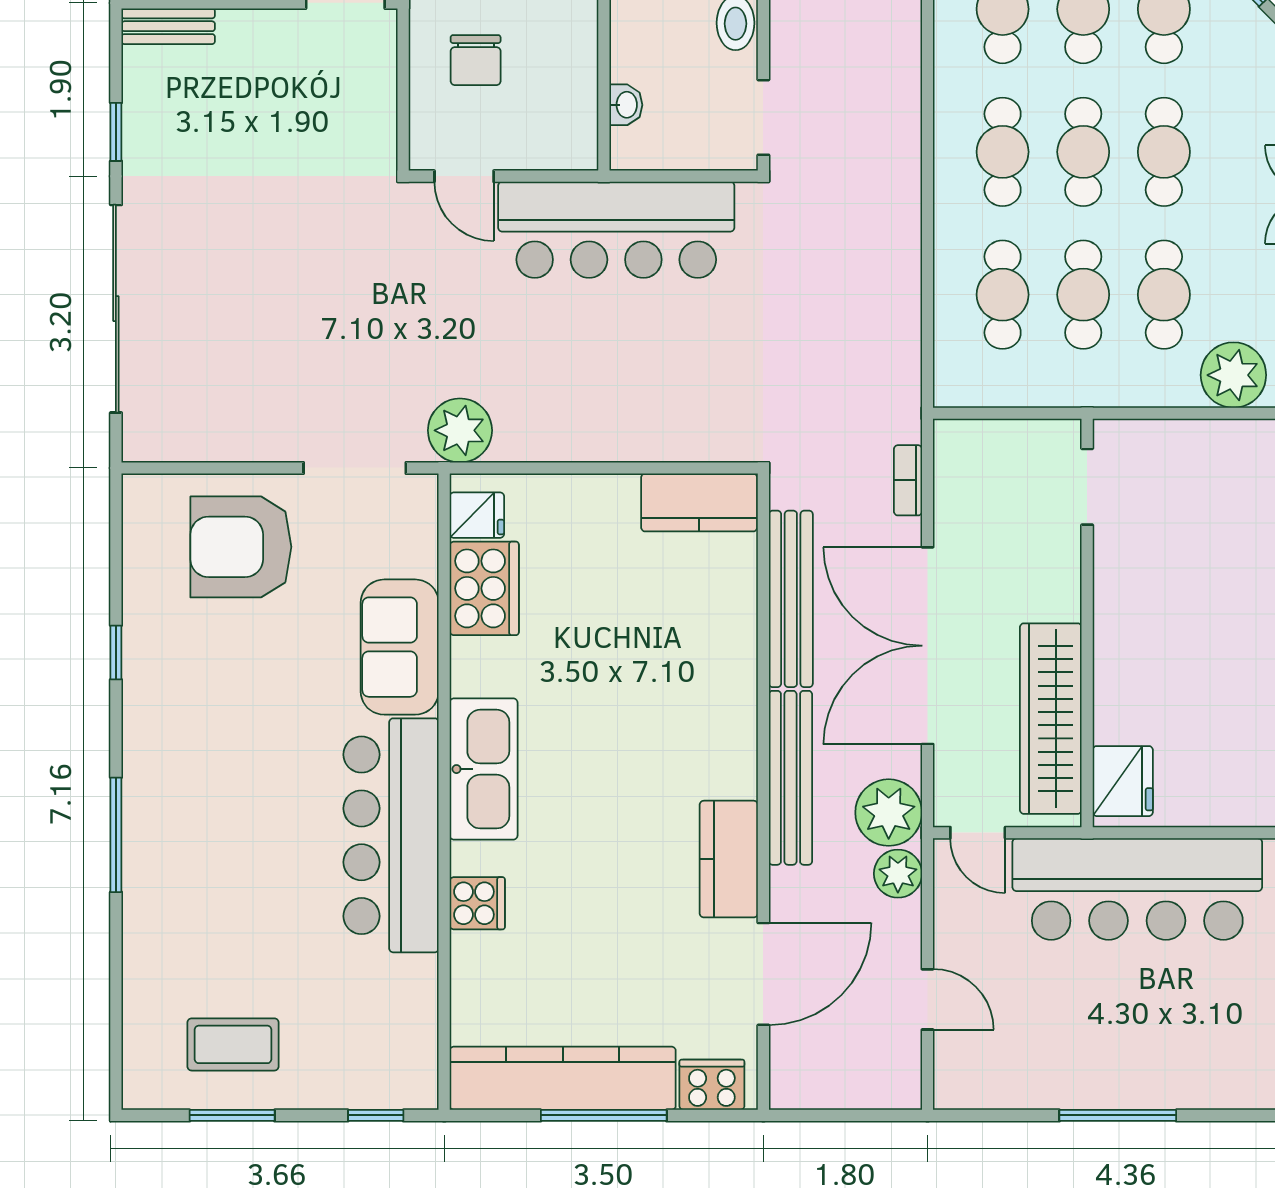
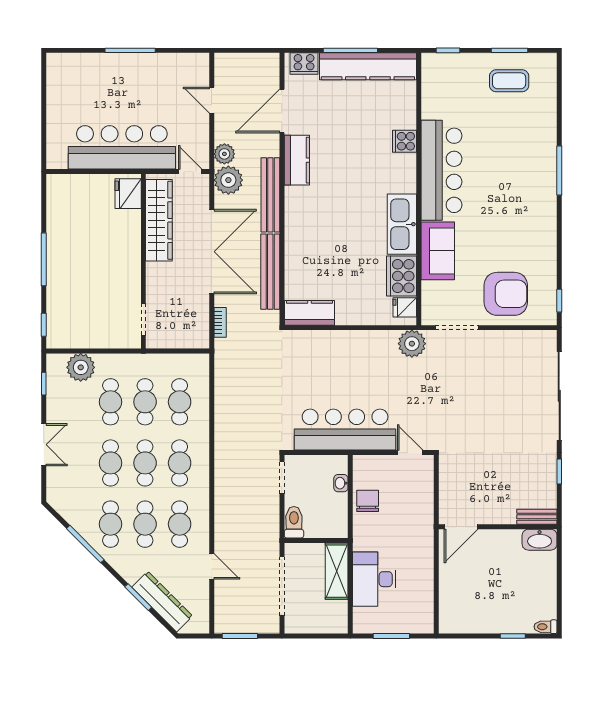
chair: (476, 60) -> (368, 501), moved
window: (116, 652) -> (559, 301), moved
kitchen sink: (484, 769) -> (402, 224), moved

